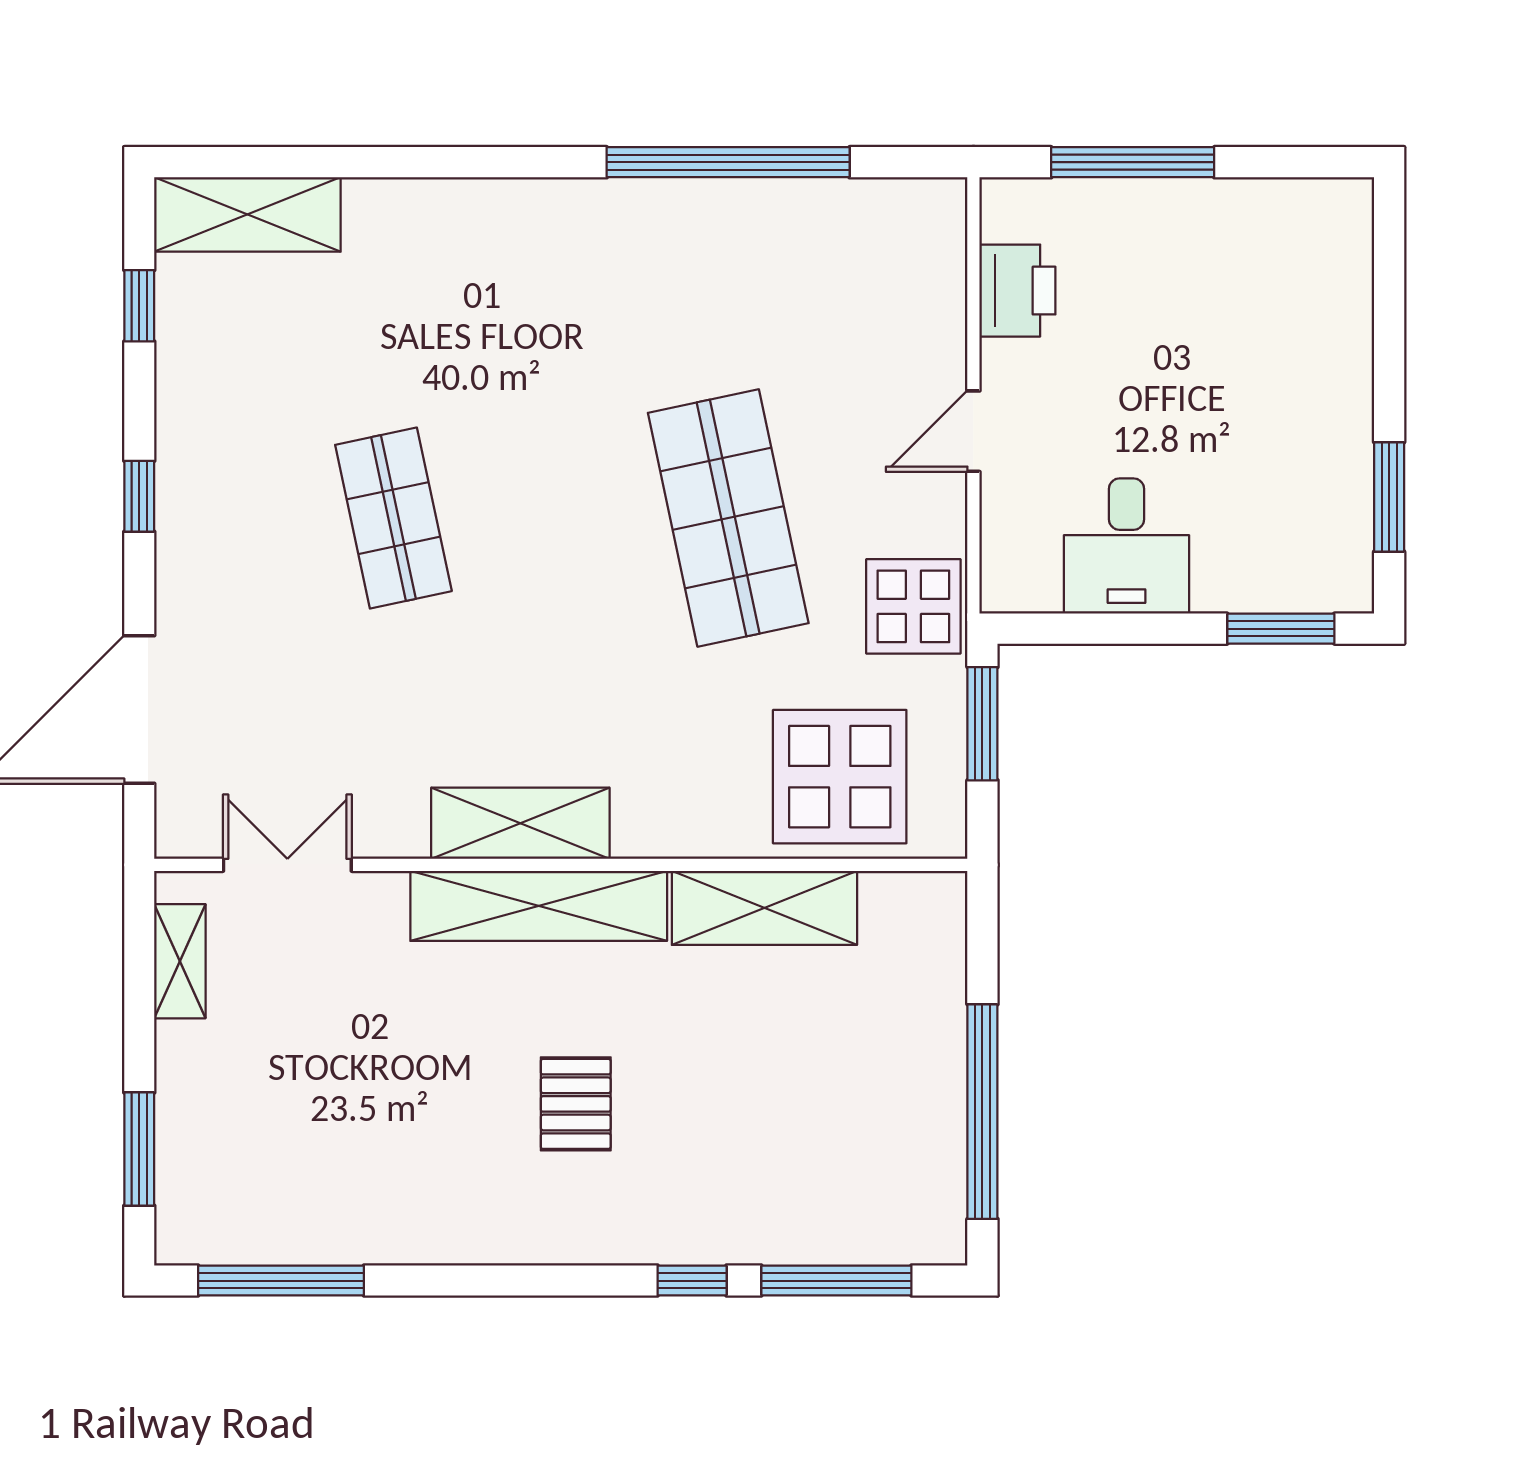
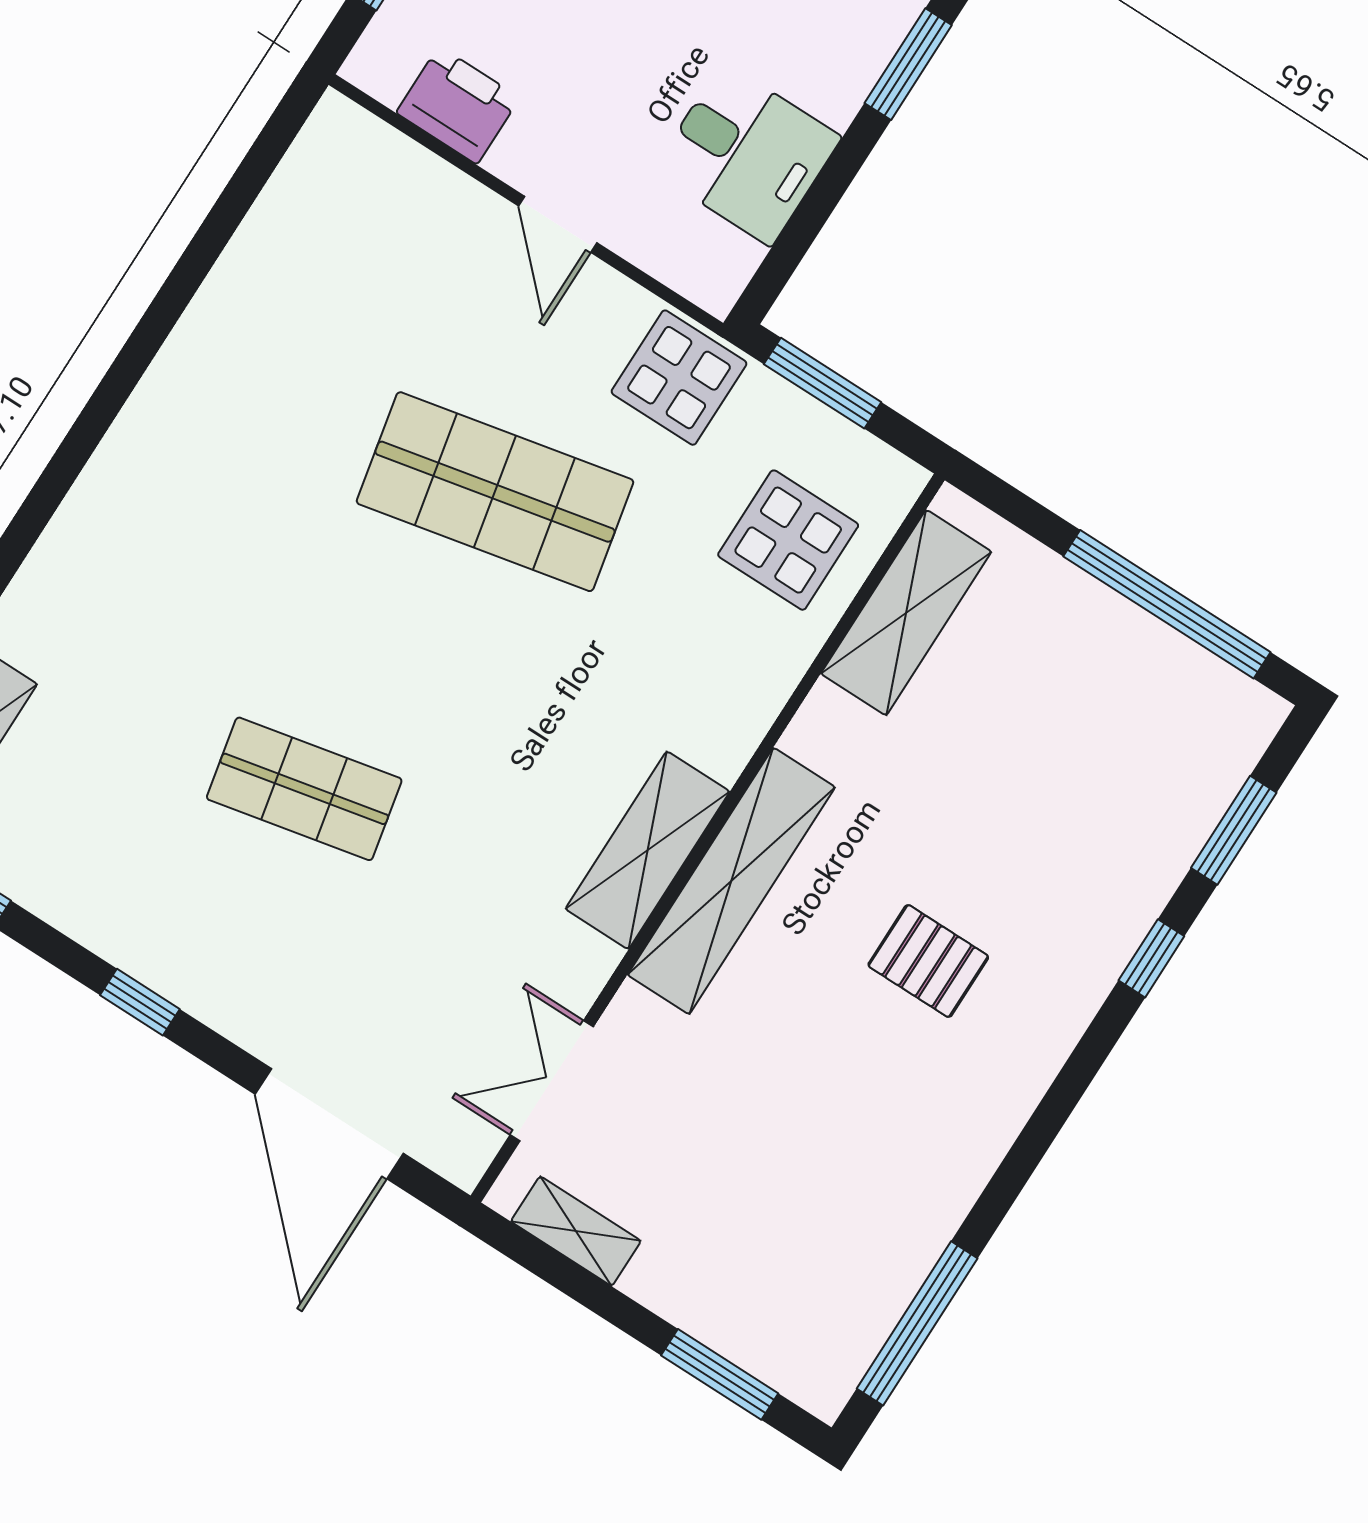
window: (728, 162) -> (179, 289), removed
display table: (840, 777) -> (788, 540), width x0.73, depth x0.73
shelving: (764, 908) -> (906, 613), moved
window: (836, 1281) -> (1234, 830), width x0.69

